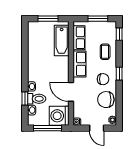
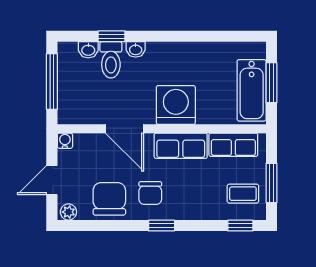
bathtub: (62, 41) -> (252, 90), moved, turned -90
coffee table: (105, 52) -> (243, 194), moved
door: (71, 92) -> (124, 129), swing flipped
washing machine: (59, 116) -> (176, 105), moved

